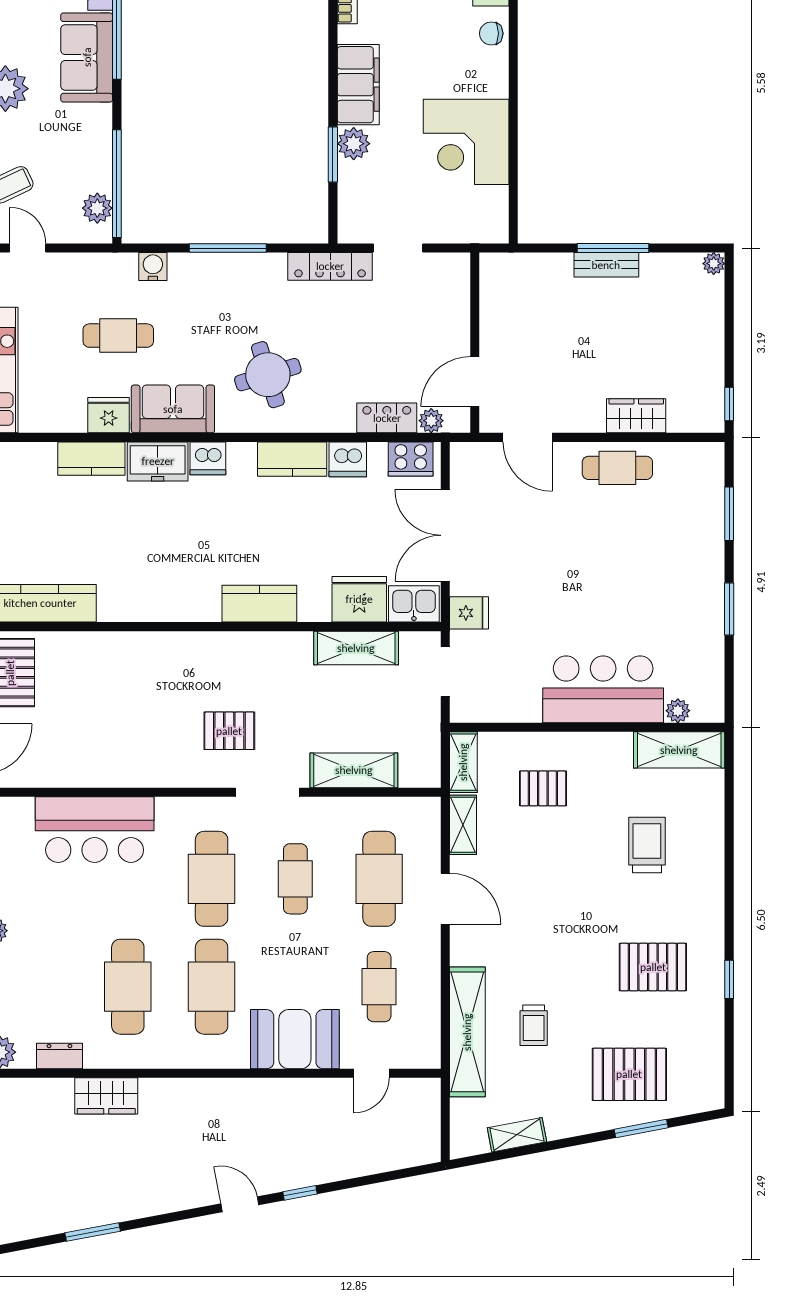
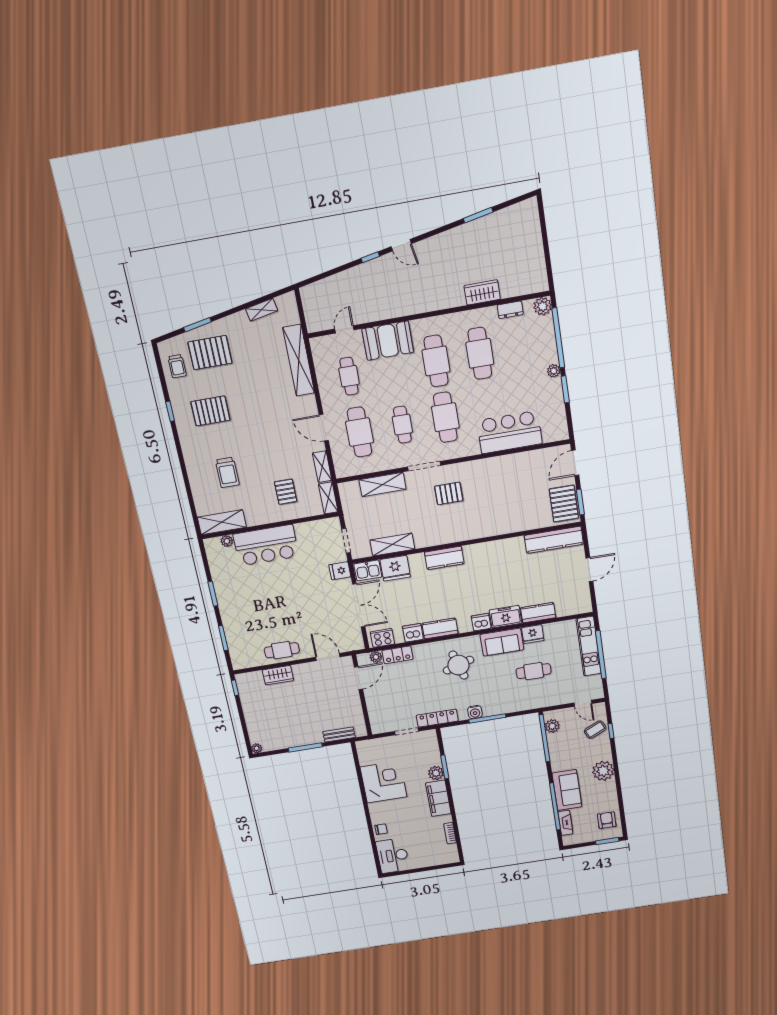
bench: (606, 265) -> (339, 735), moved
water cooler: (153, 267) -> (475, 712), moved
pallet: (543, 788) -> (286, 492), turned 90
trolley: (534, 1025) -> (177, 366), moved, turned 180

